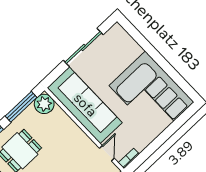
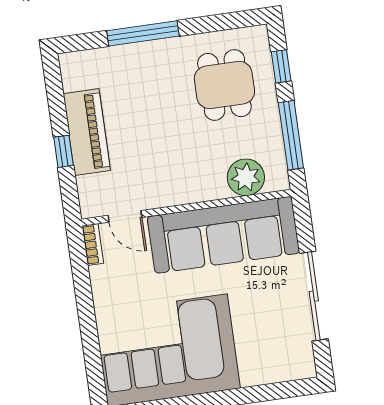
plant: (44, 104) -> (246, 177), moved

